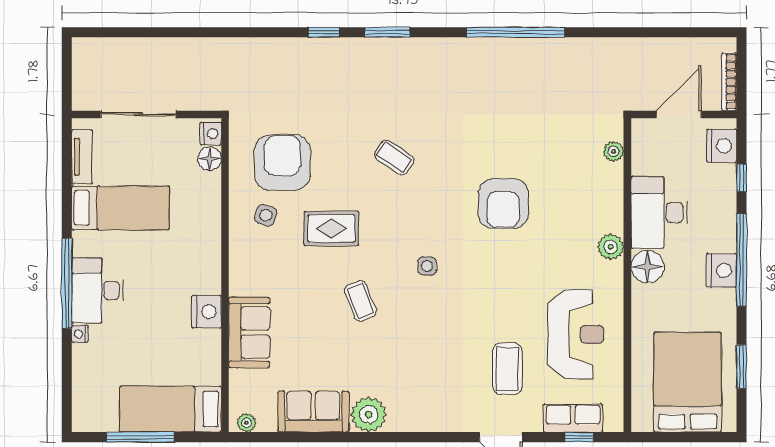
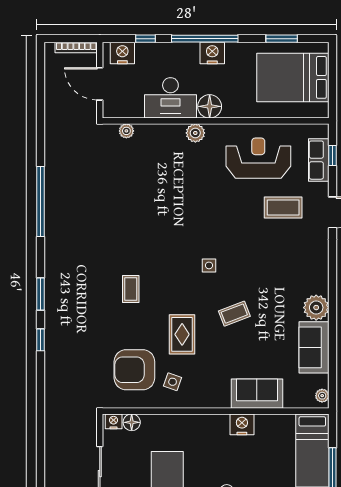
coffee table: (394, 158) -> (131, 289), turned -34
armchair: (503, 203) -> (164, 210), removed

